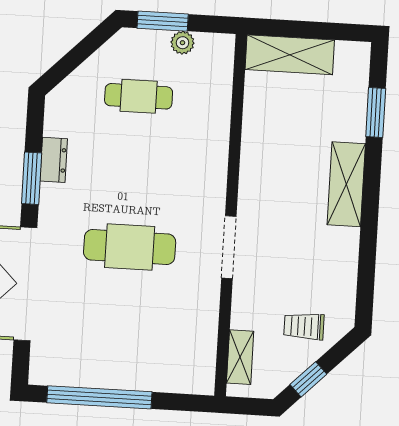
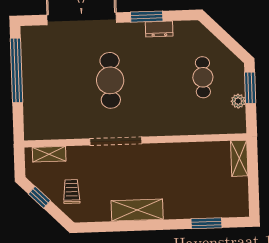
shelving: (290, 55) -> (239, 158), width x0.67, depth x0.75
shelving: (346, 184) -> (137, 210), moved
doorway: (229, 247) -> (116, 141), width x1.36

